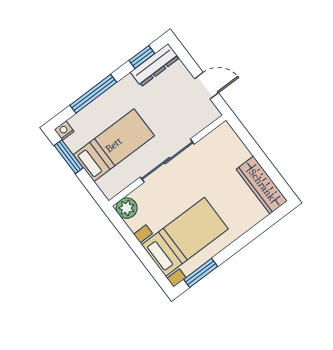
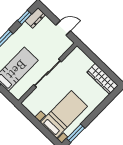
dresser: (155, 65) -> (35, 18), width x0.70
plant: (127, 208) -> (29, 103), removed

